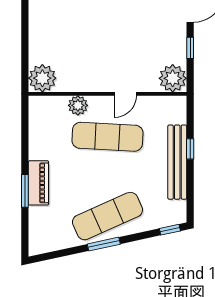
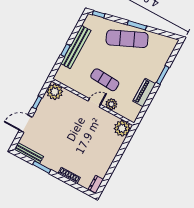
door: (125, 94) -> (94, 103), moved
exercise mat: (107, 137) -> (105, 80), width x0.73, depth x0.69
piano: (38, 183) -> (144, 92), moved

